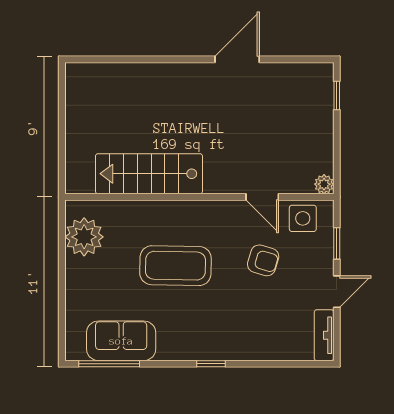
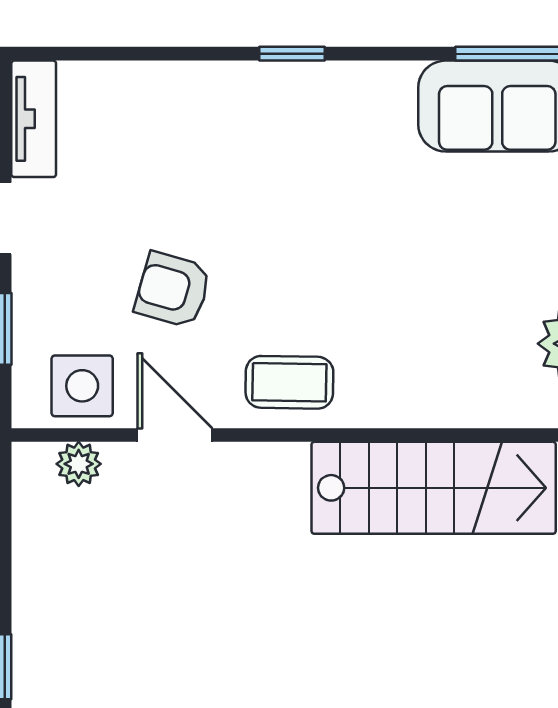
plant: (324, 184) -> (79, 464), moved
coffee table: (175, 266) -> (289, 382), moved, width x0.54, depth x0.58

